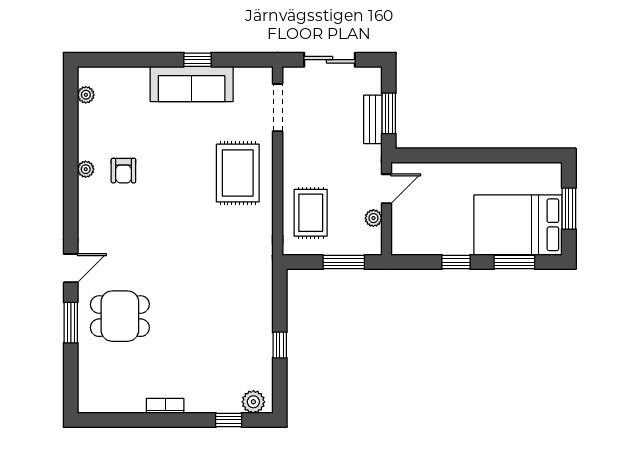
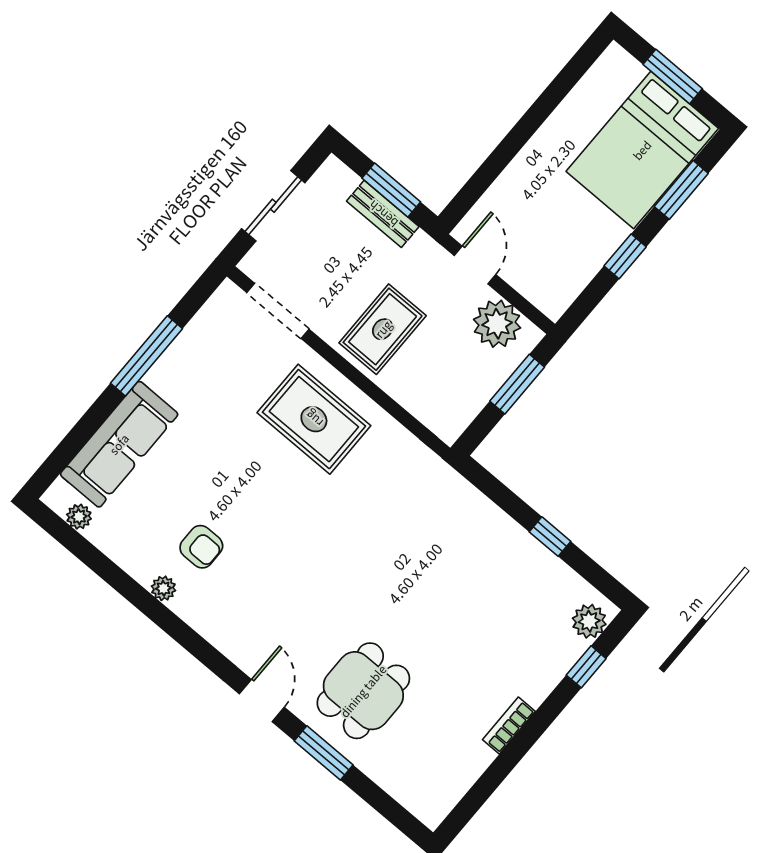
window: (198, 60) -> (146, 356), width x2.17
sofa: (192, 84) -> (119, 444), moved
rug: (311, 213) -> (383, 329), moved, turned 90
plant: (373, 218) -> (497, 324), width x1.88, depth x1.88

